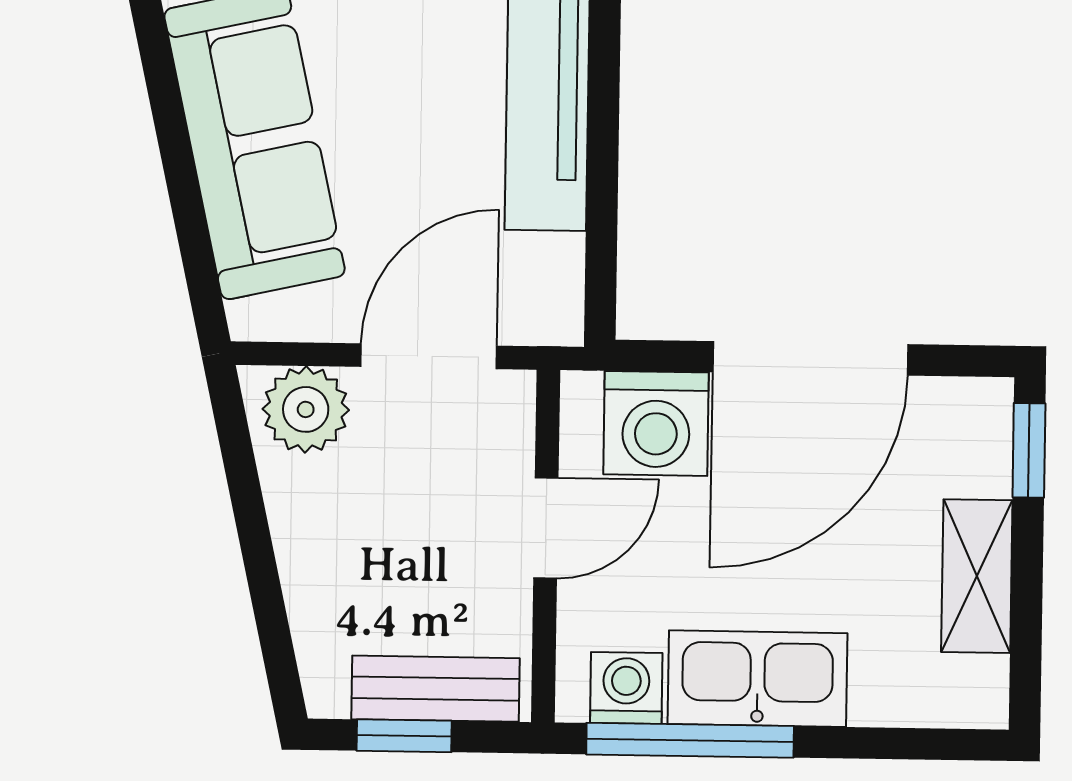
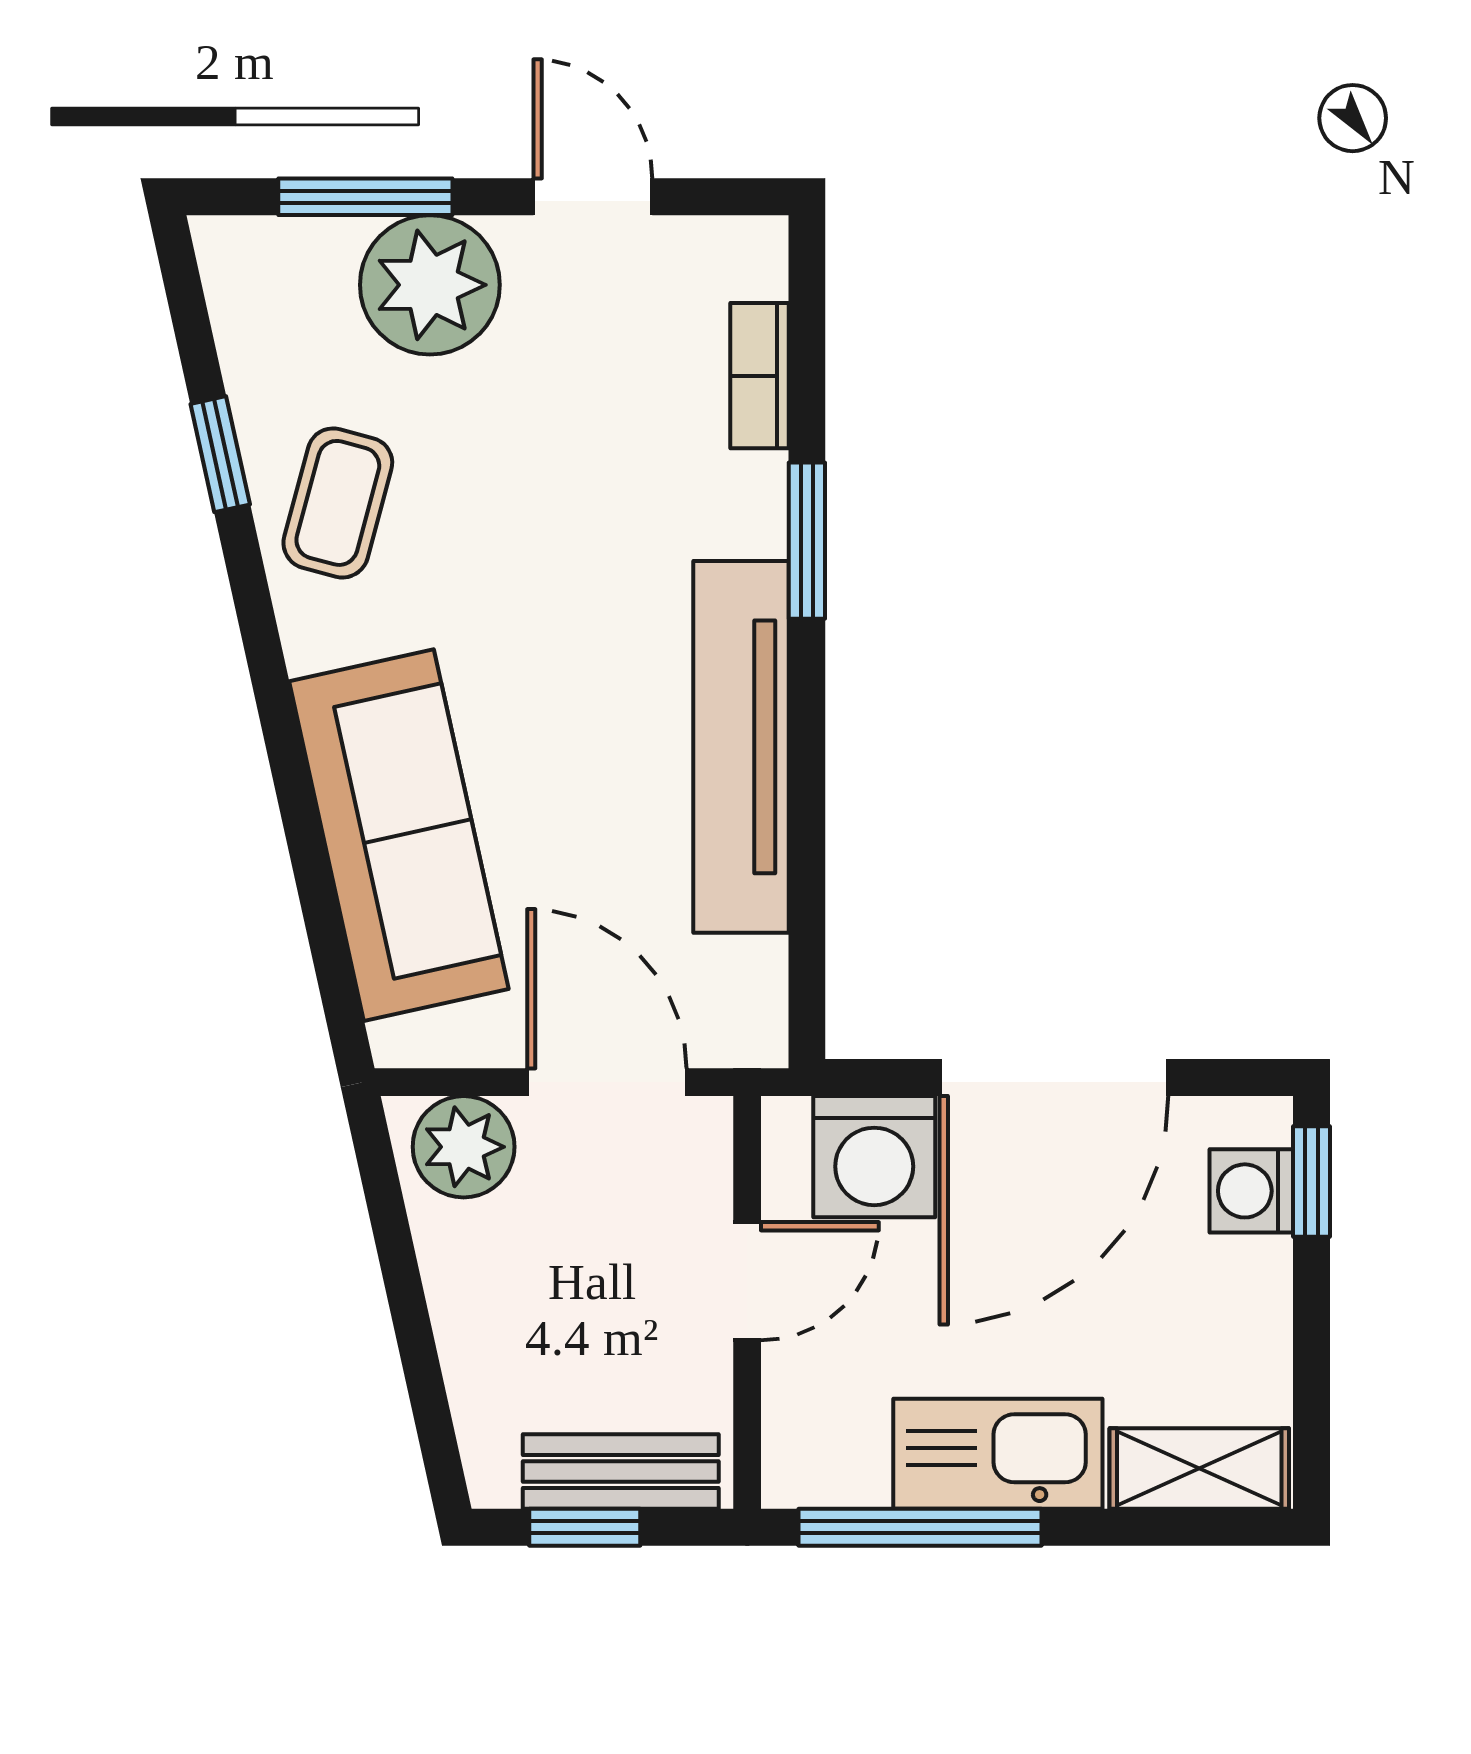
door: (429, 356) -> (607, 1082), hinge flipped
shelving: (977, 576) -> (1199, 1469), moved, turned 90
washing machine: (626, 688) -> (1251, 1191), moved, turned -90

